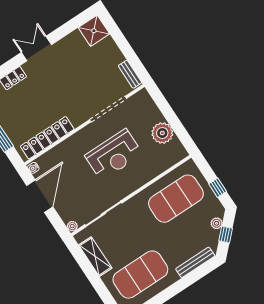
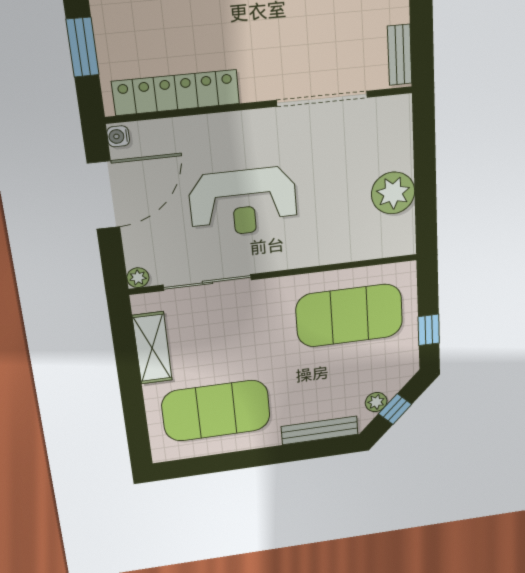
reception desk: (114, 155) -> (243, 202), moved
plant: (217, 223) -> (376, 402), moved

